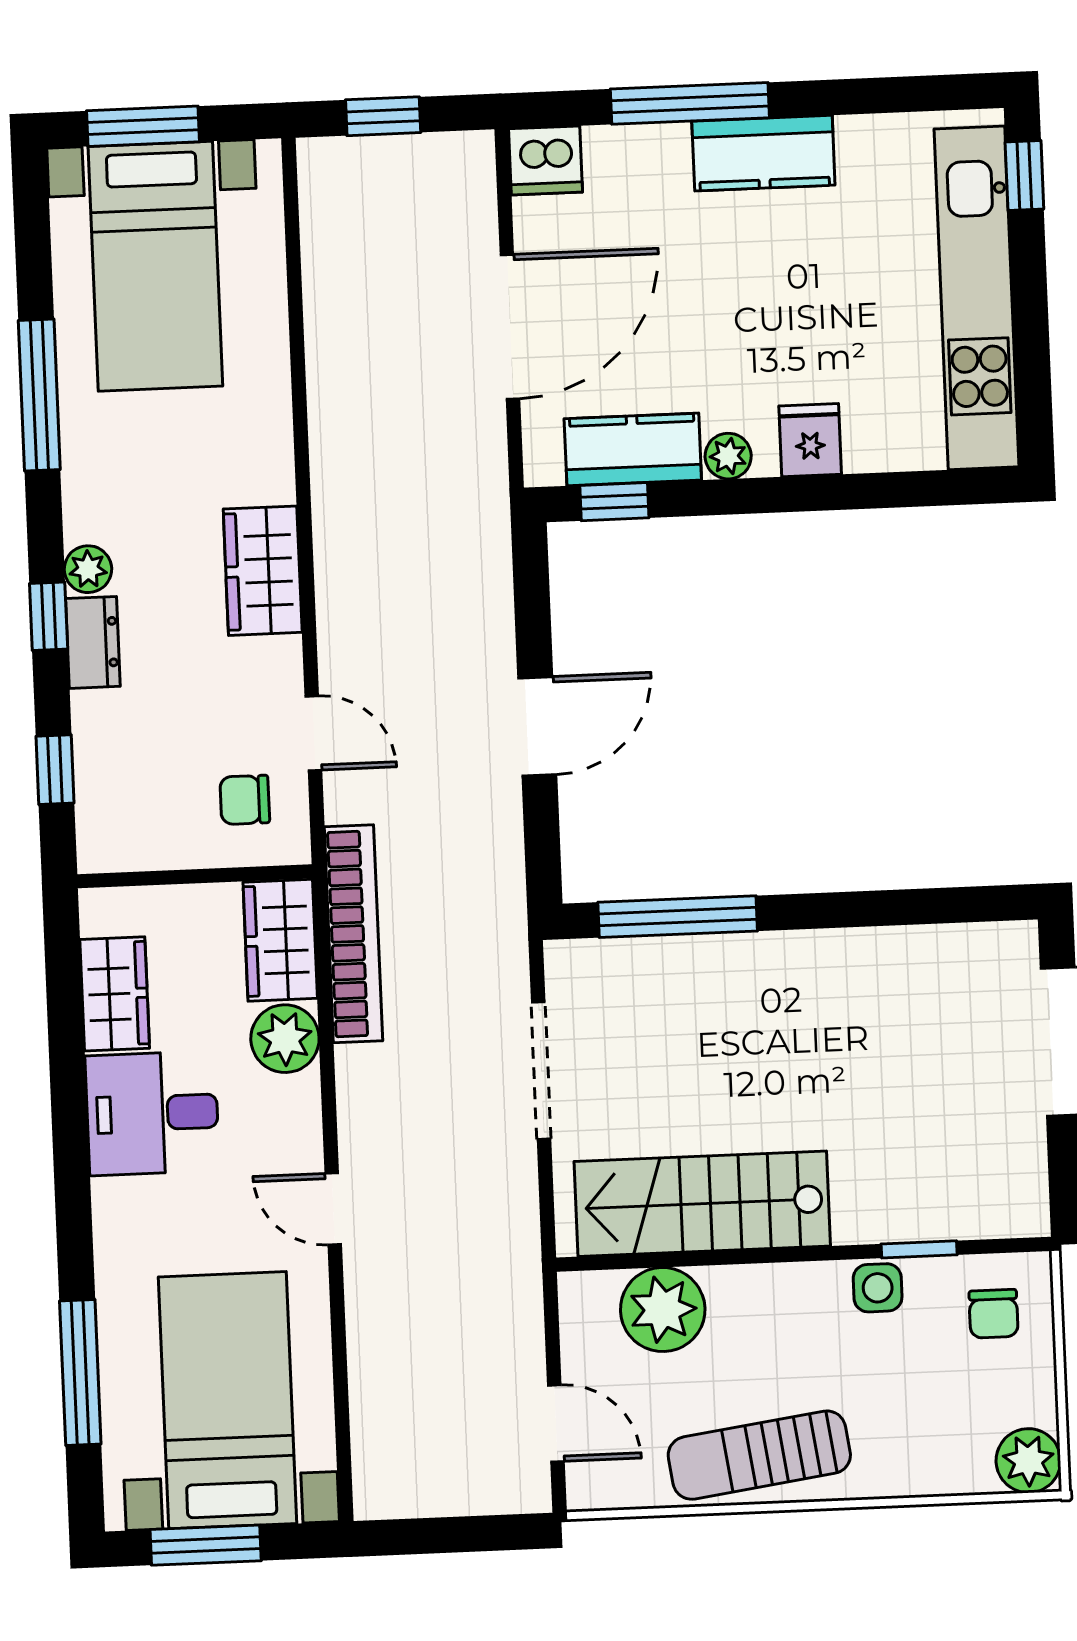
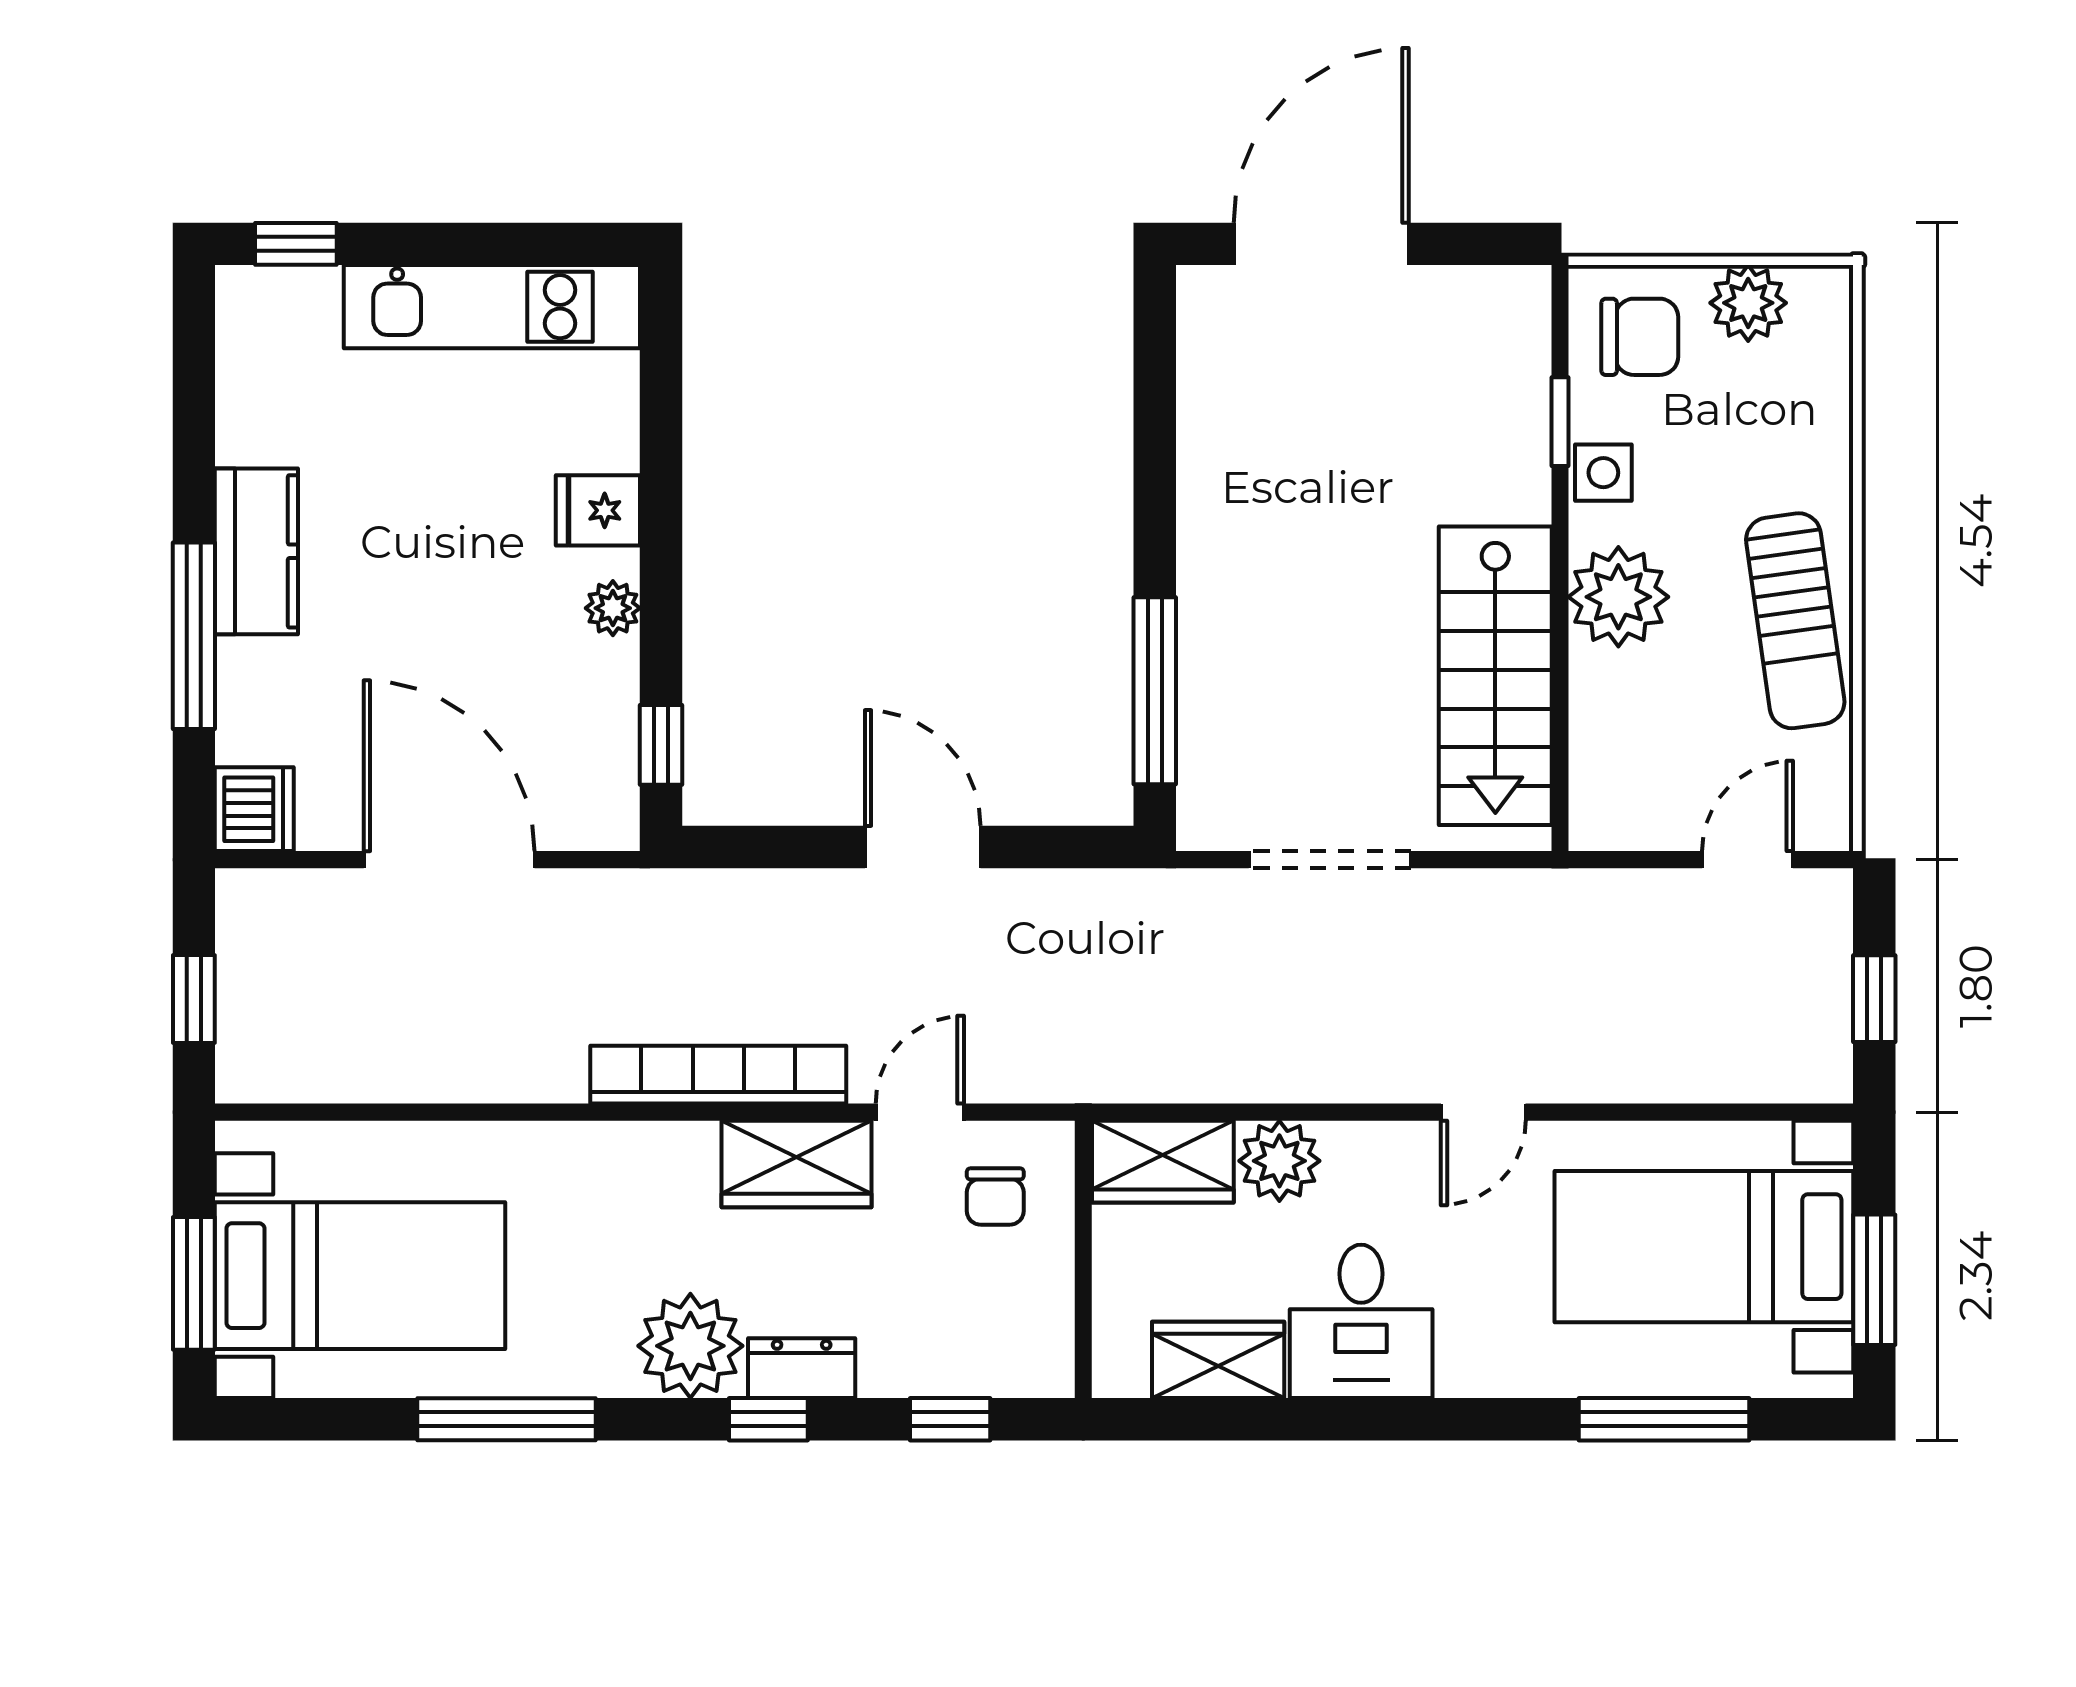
kitchen unit: (976, 298) -> (492, 307), width x0.73
kitchen counter: (633, 449) -> (600, 720), removed
plant: (88, 569) -> (690, 1346), width x1.87, depth x1.87
wardrobe: (263, 571) -> (797, 1164), moved
bookcase: (353, 934) -> (718, 1075), moved
plant: (663, 1310) -> (1618, 597), moved
chair: (994, 1314) -> (1640, 337), width x1.37, depth x1.37
plant: (1028, 1461) -> (1748, 303), moved
window: (443, 1535) -> (1874, 999), added

